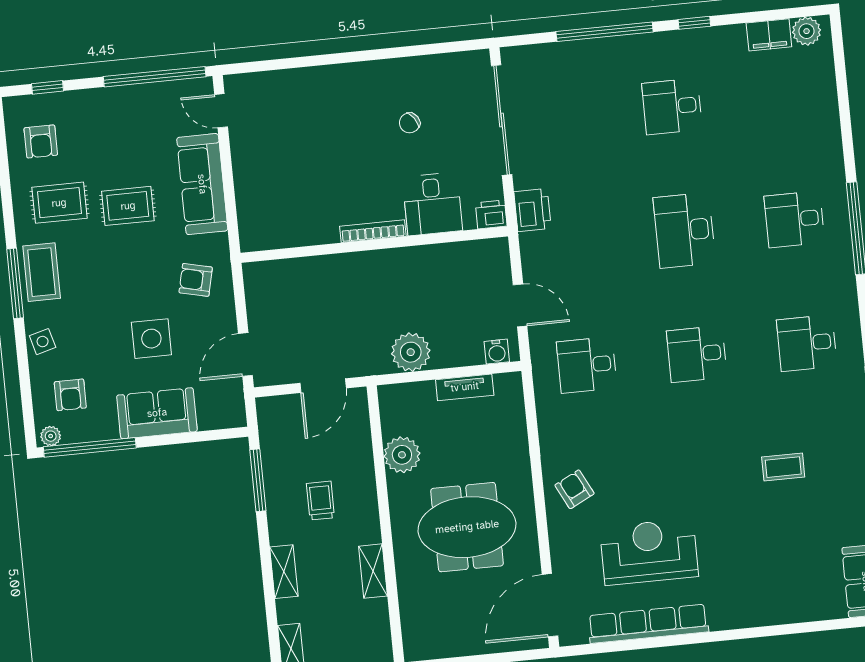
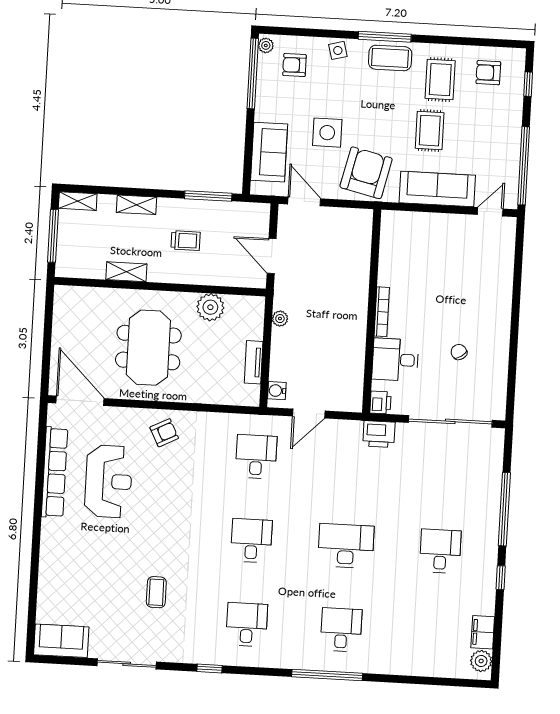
armchair: (196, 280) -> (366, 173), width x1.88, depth x1.88
plant: (411, 352) -> (280, 319), width x0.53, depth x0.53
sofa: (157, 413) -> (269, 152), moved

